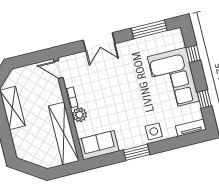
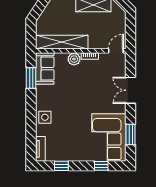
window: (149, 29) -> (131, 134), width x0.69
corner sofa: (173, 79) -> (109, 138), moved, turned -90
window: (137, 152) -> (31, 78), moved

